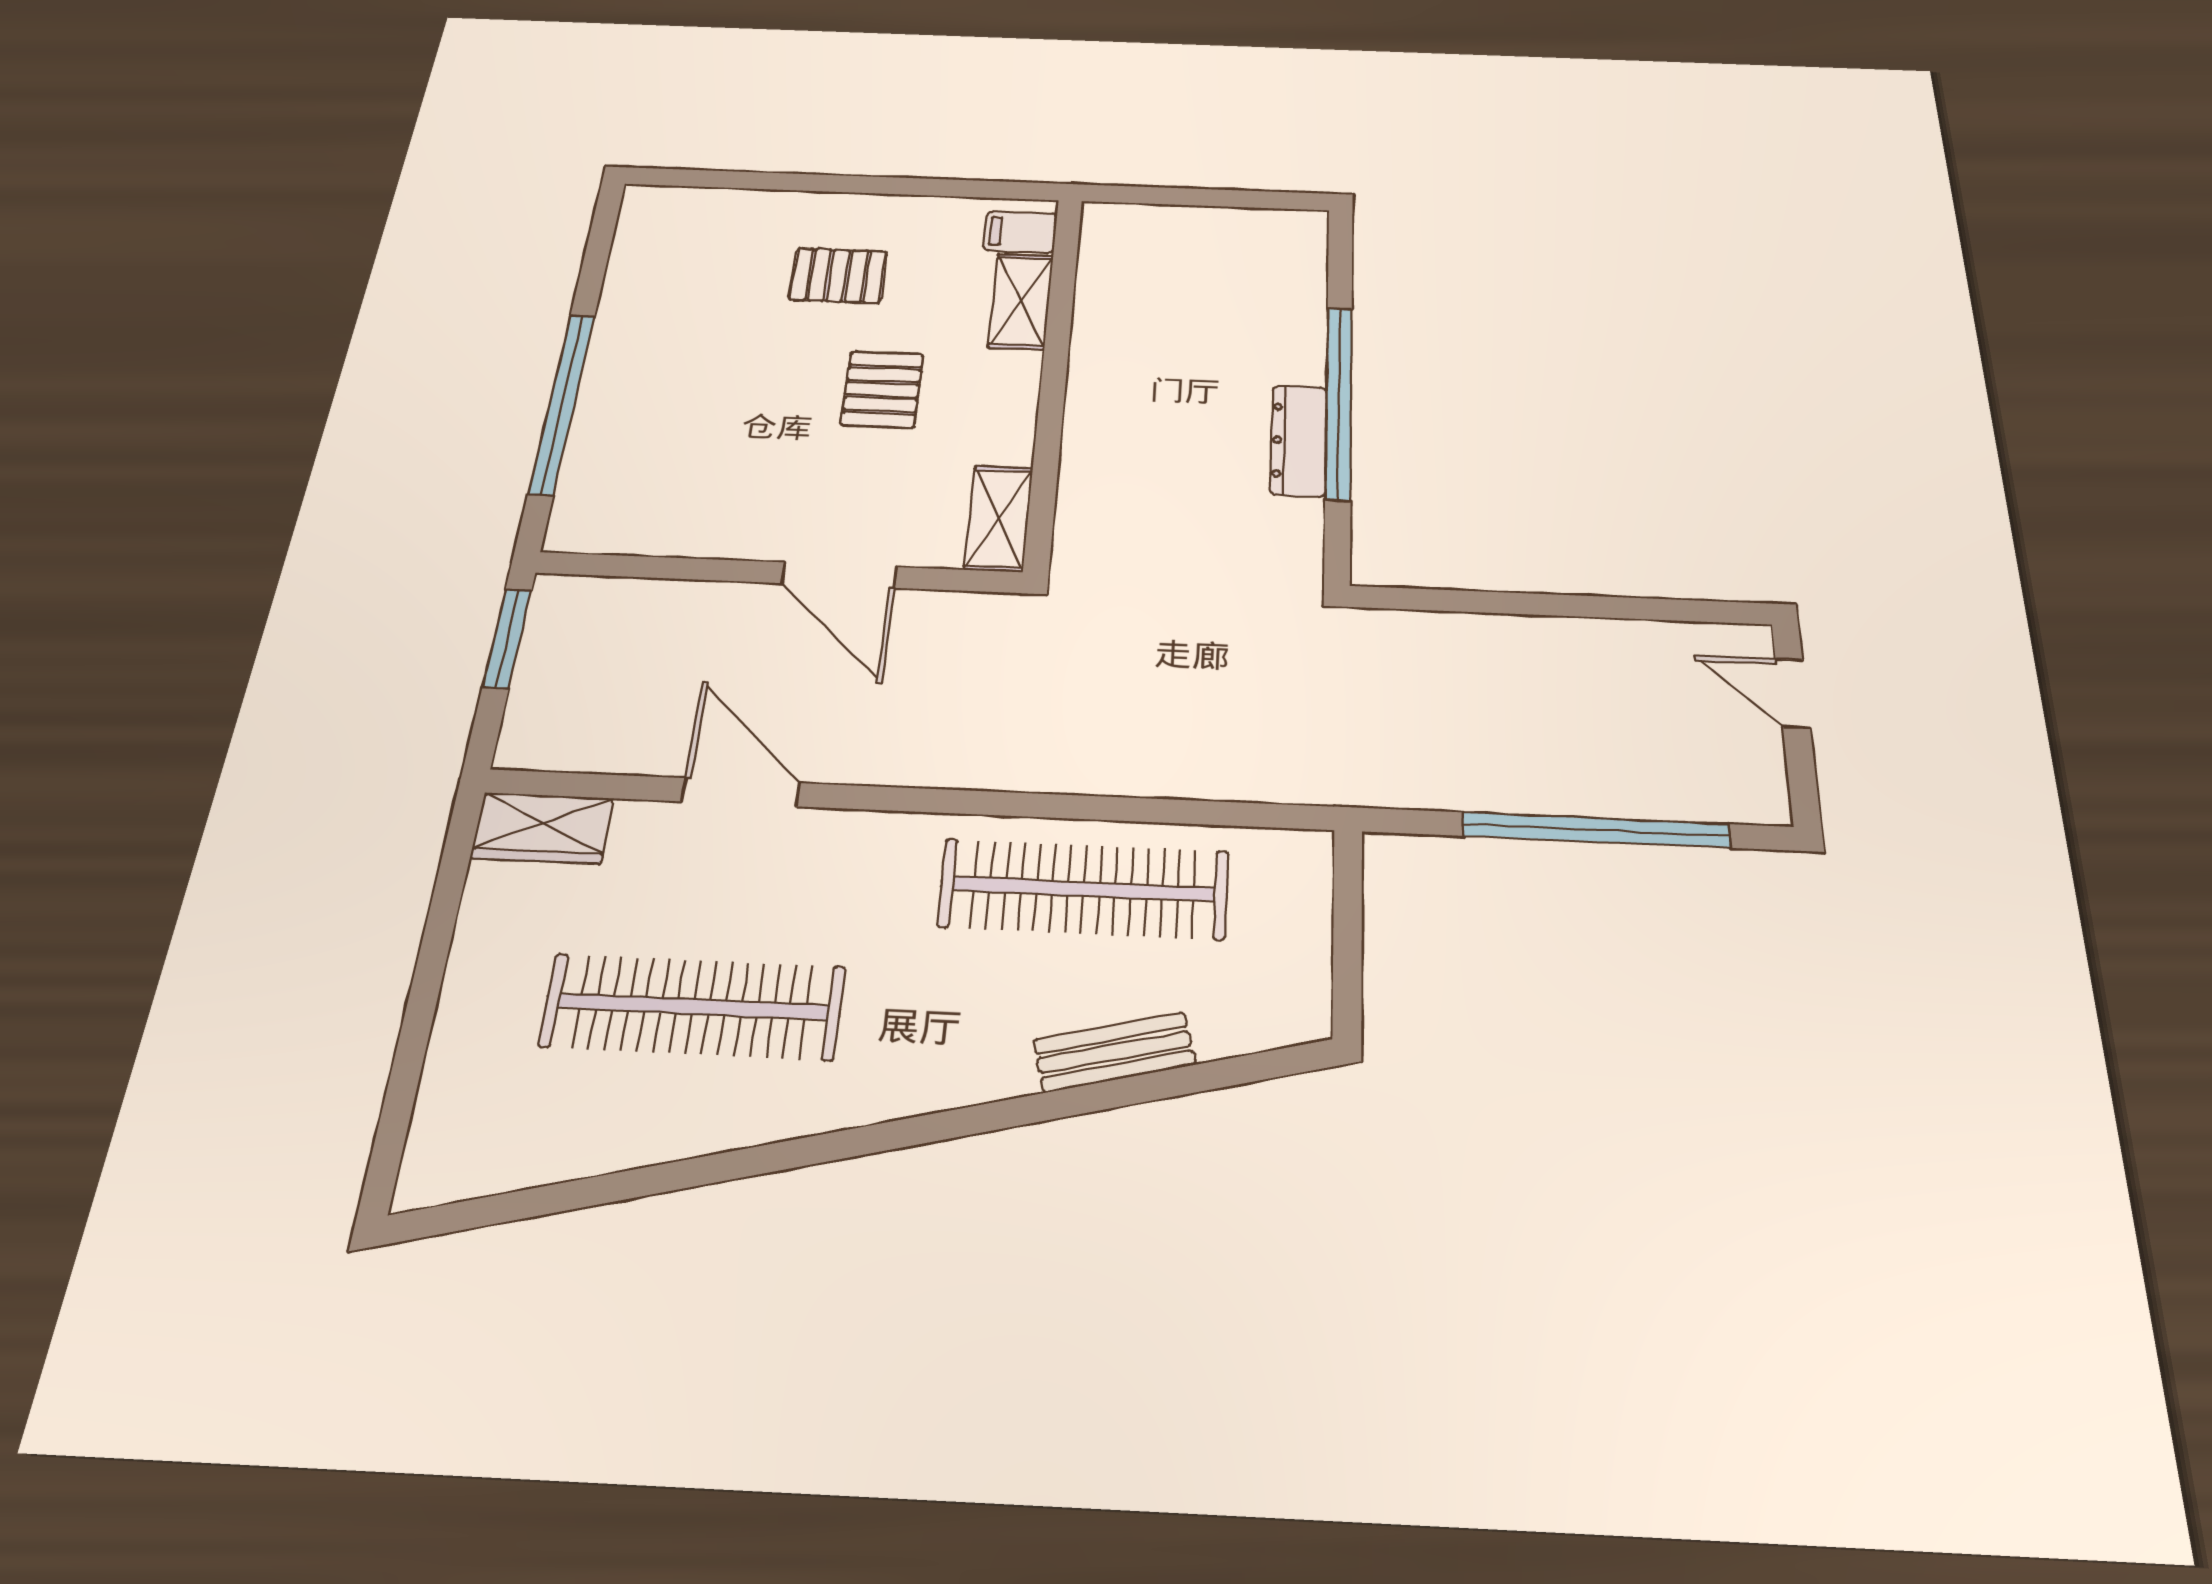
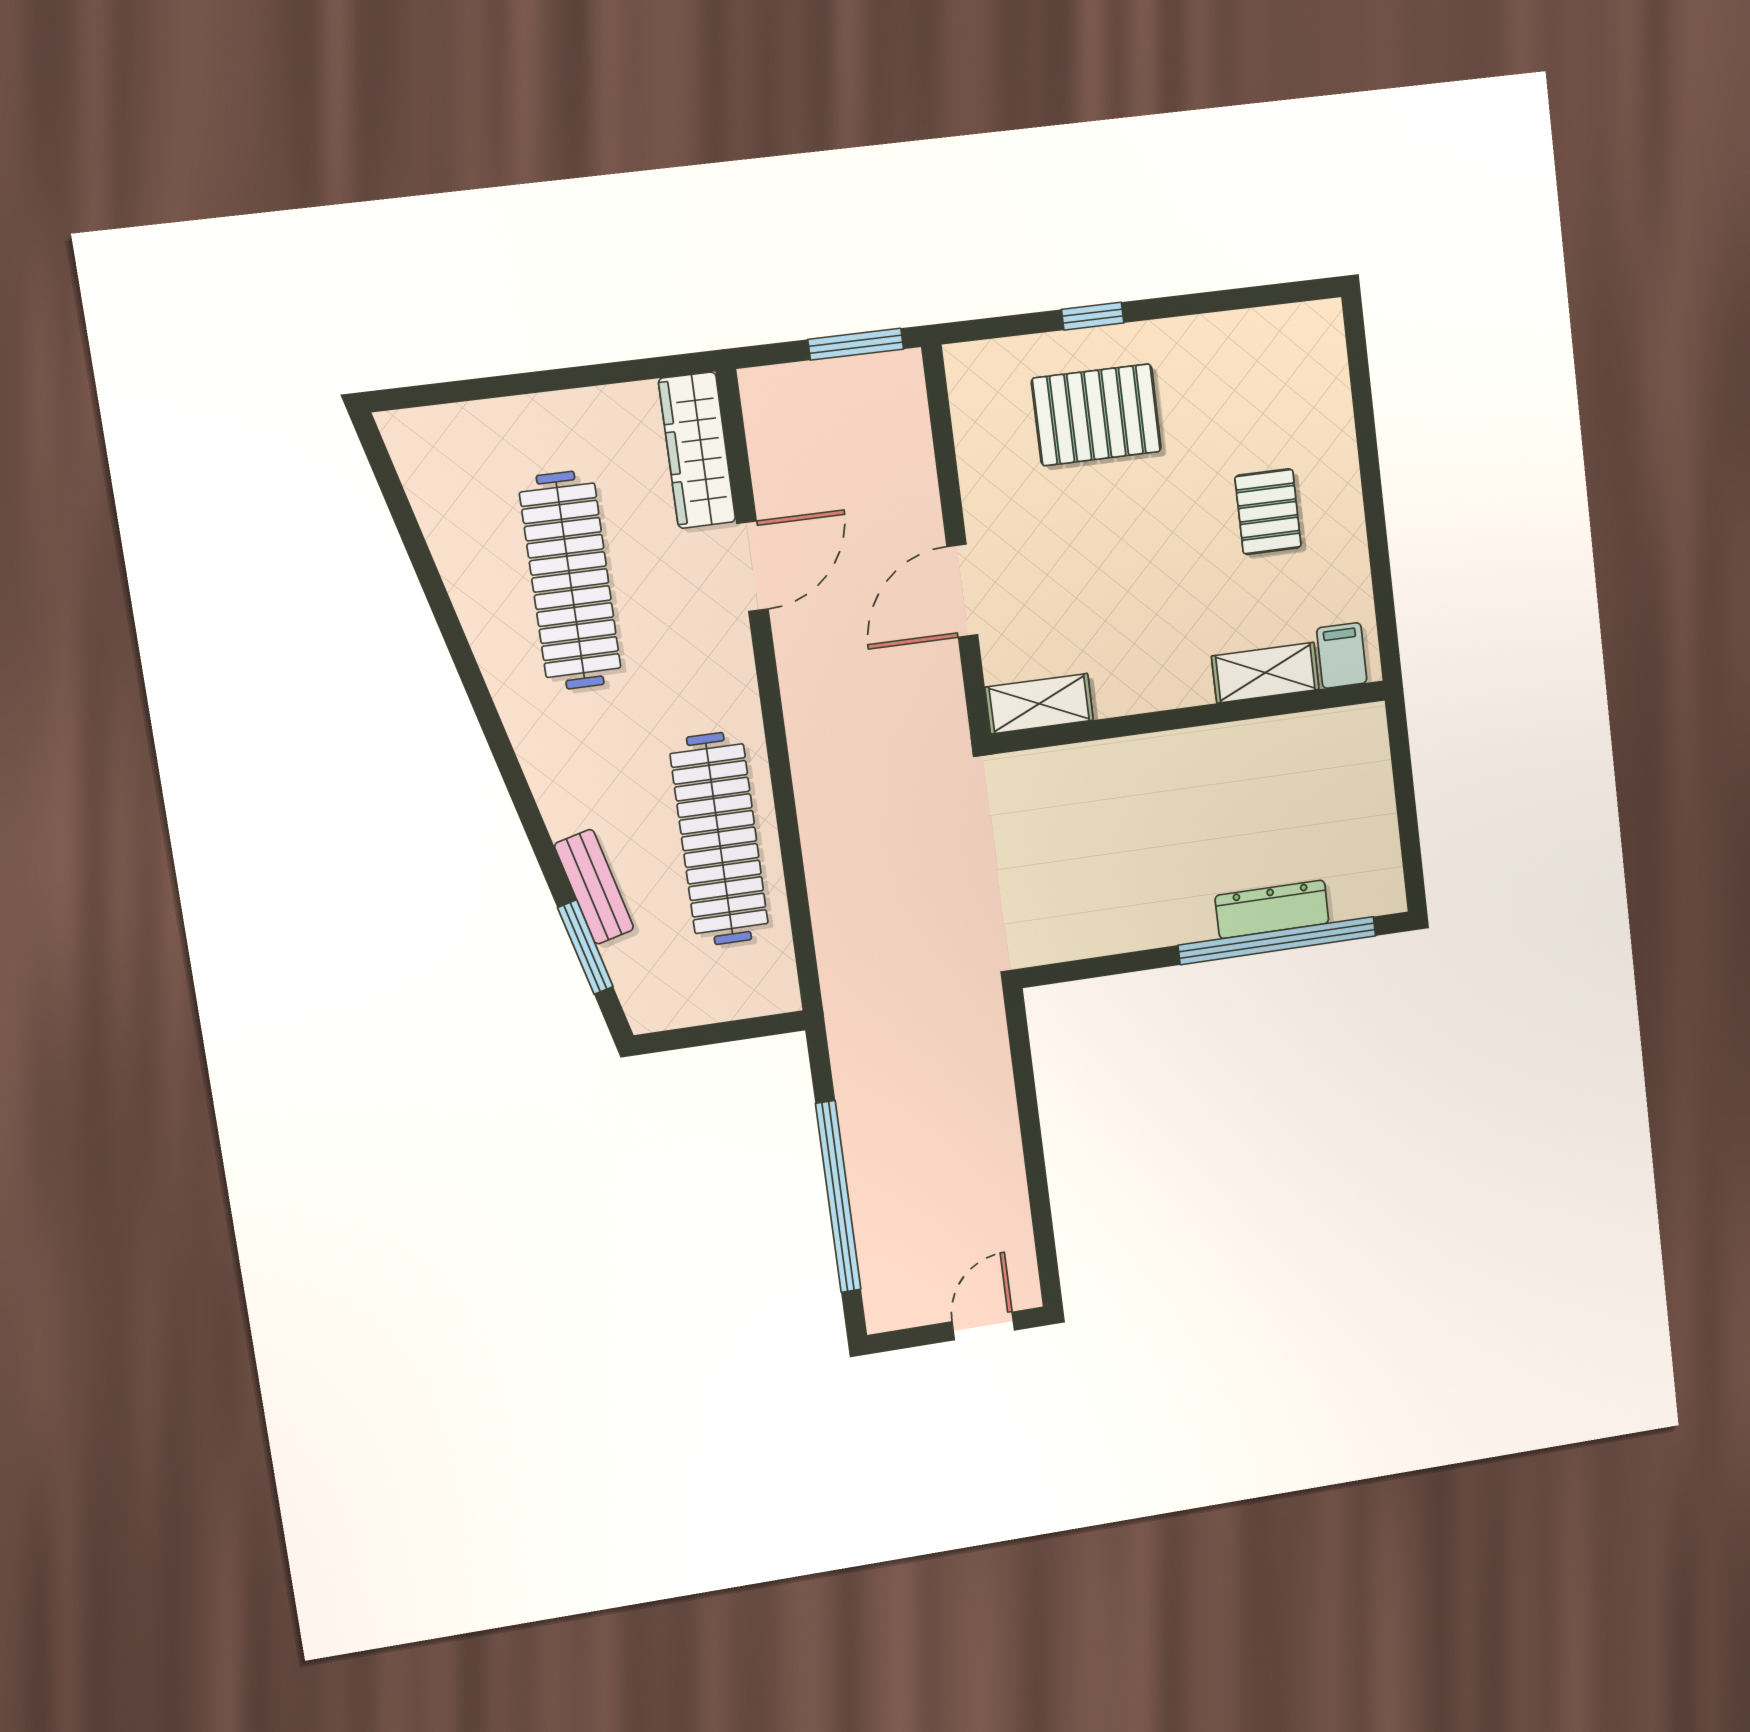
pallet: (882, 390) -> (1096, 415), moved, width x1.50, depth x1.42
window: (1339, 402) -> (1277, 941), moved
window: (562, 403) -> (1093, 316), width x0.32
dresser: (1299, 441) -> (1272, 909), moved
wardrobe: (542, 828) -> (697, 450), width x1.50
window: (1197, 1078) -> (585, 947), added

